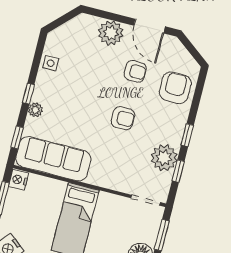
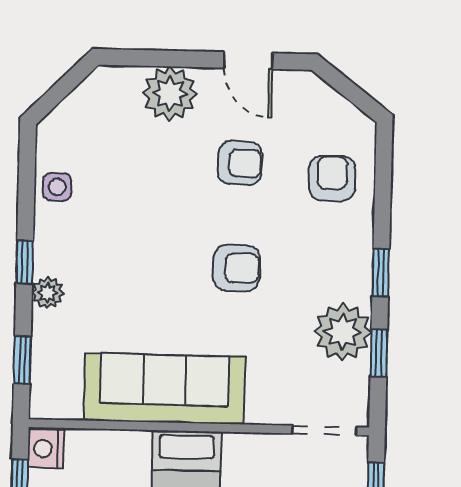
door: (150, 26) -> (248, 61), width x0.73
armchair: (175, 88) -> (332, 178), width x0.72, depth x0.72
sofa: (53, 159) -> (164, 389), moved

